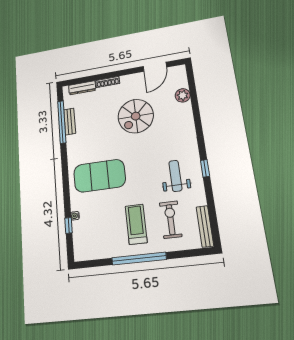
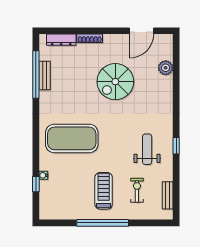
exercise bike: (171, 220) -> (137, 190), width x0.73, depth x0.72
bench: (205, 226) -> (168, 195), width x0.73

